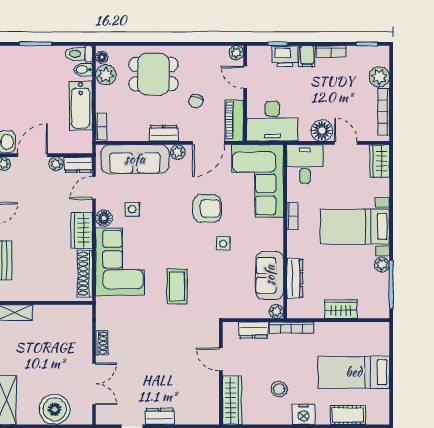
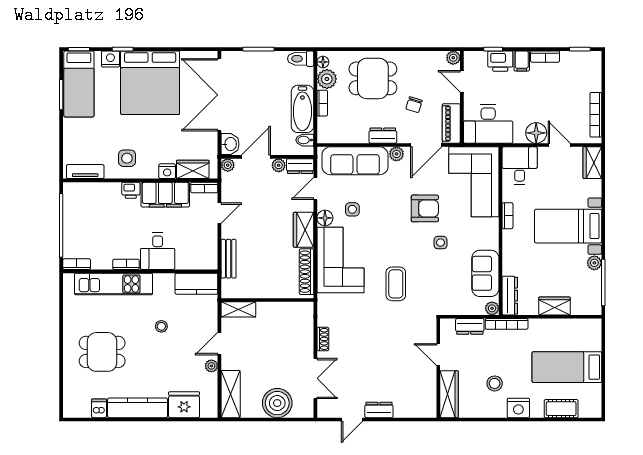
bidet: (83, 70) -> (305, 140), moved
plant: (379, 77) -> (592, 81), removed
bookcase: (101, 126) -> (322, 103), moved
dresser: (295, 278) -> (510, 296), moved

